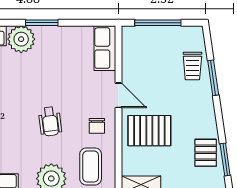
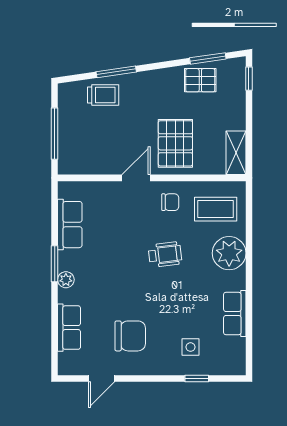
plant: (21, 39) -> (66, 280), width x0.53, depth x0.53
row of seats: (105, 48) -> (70, 225), moved, turned -90

